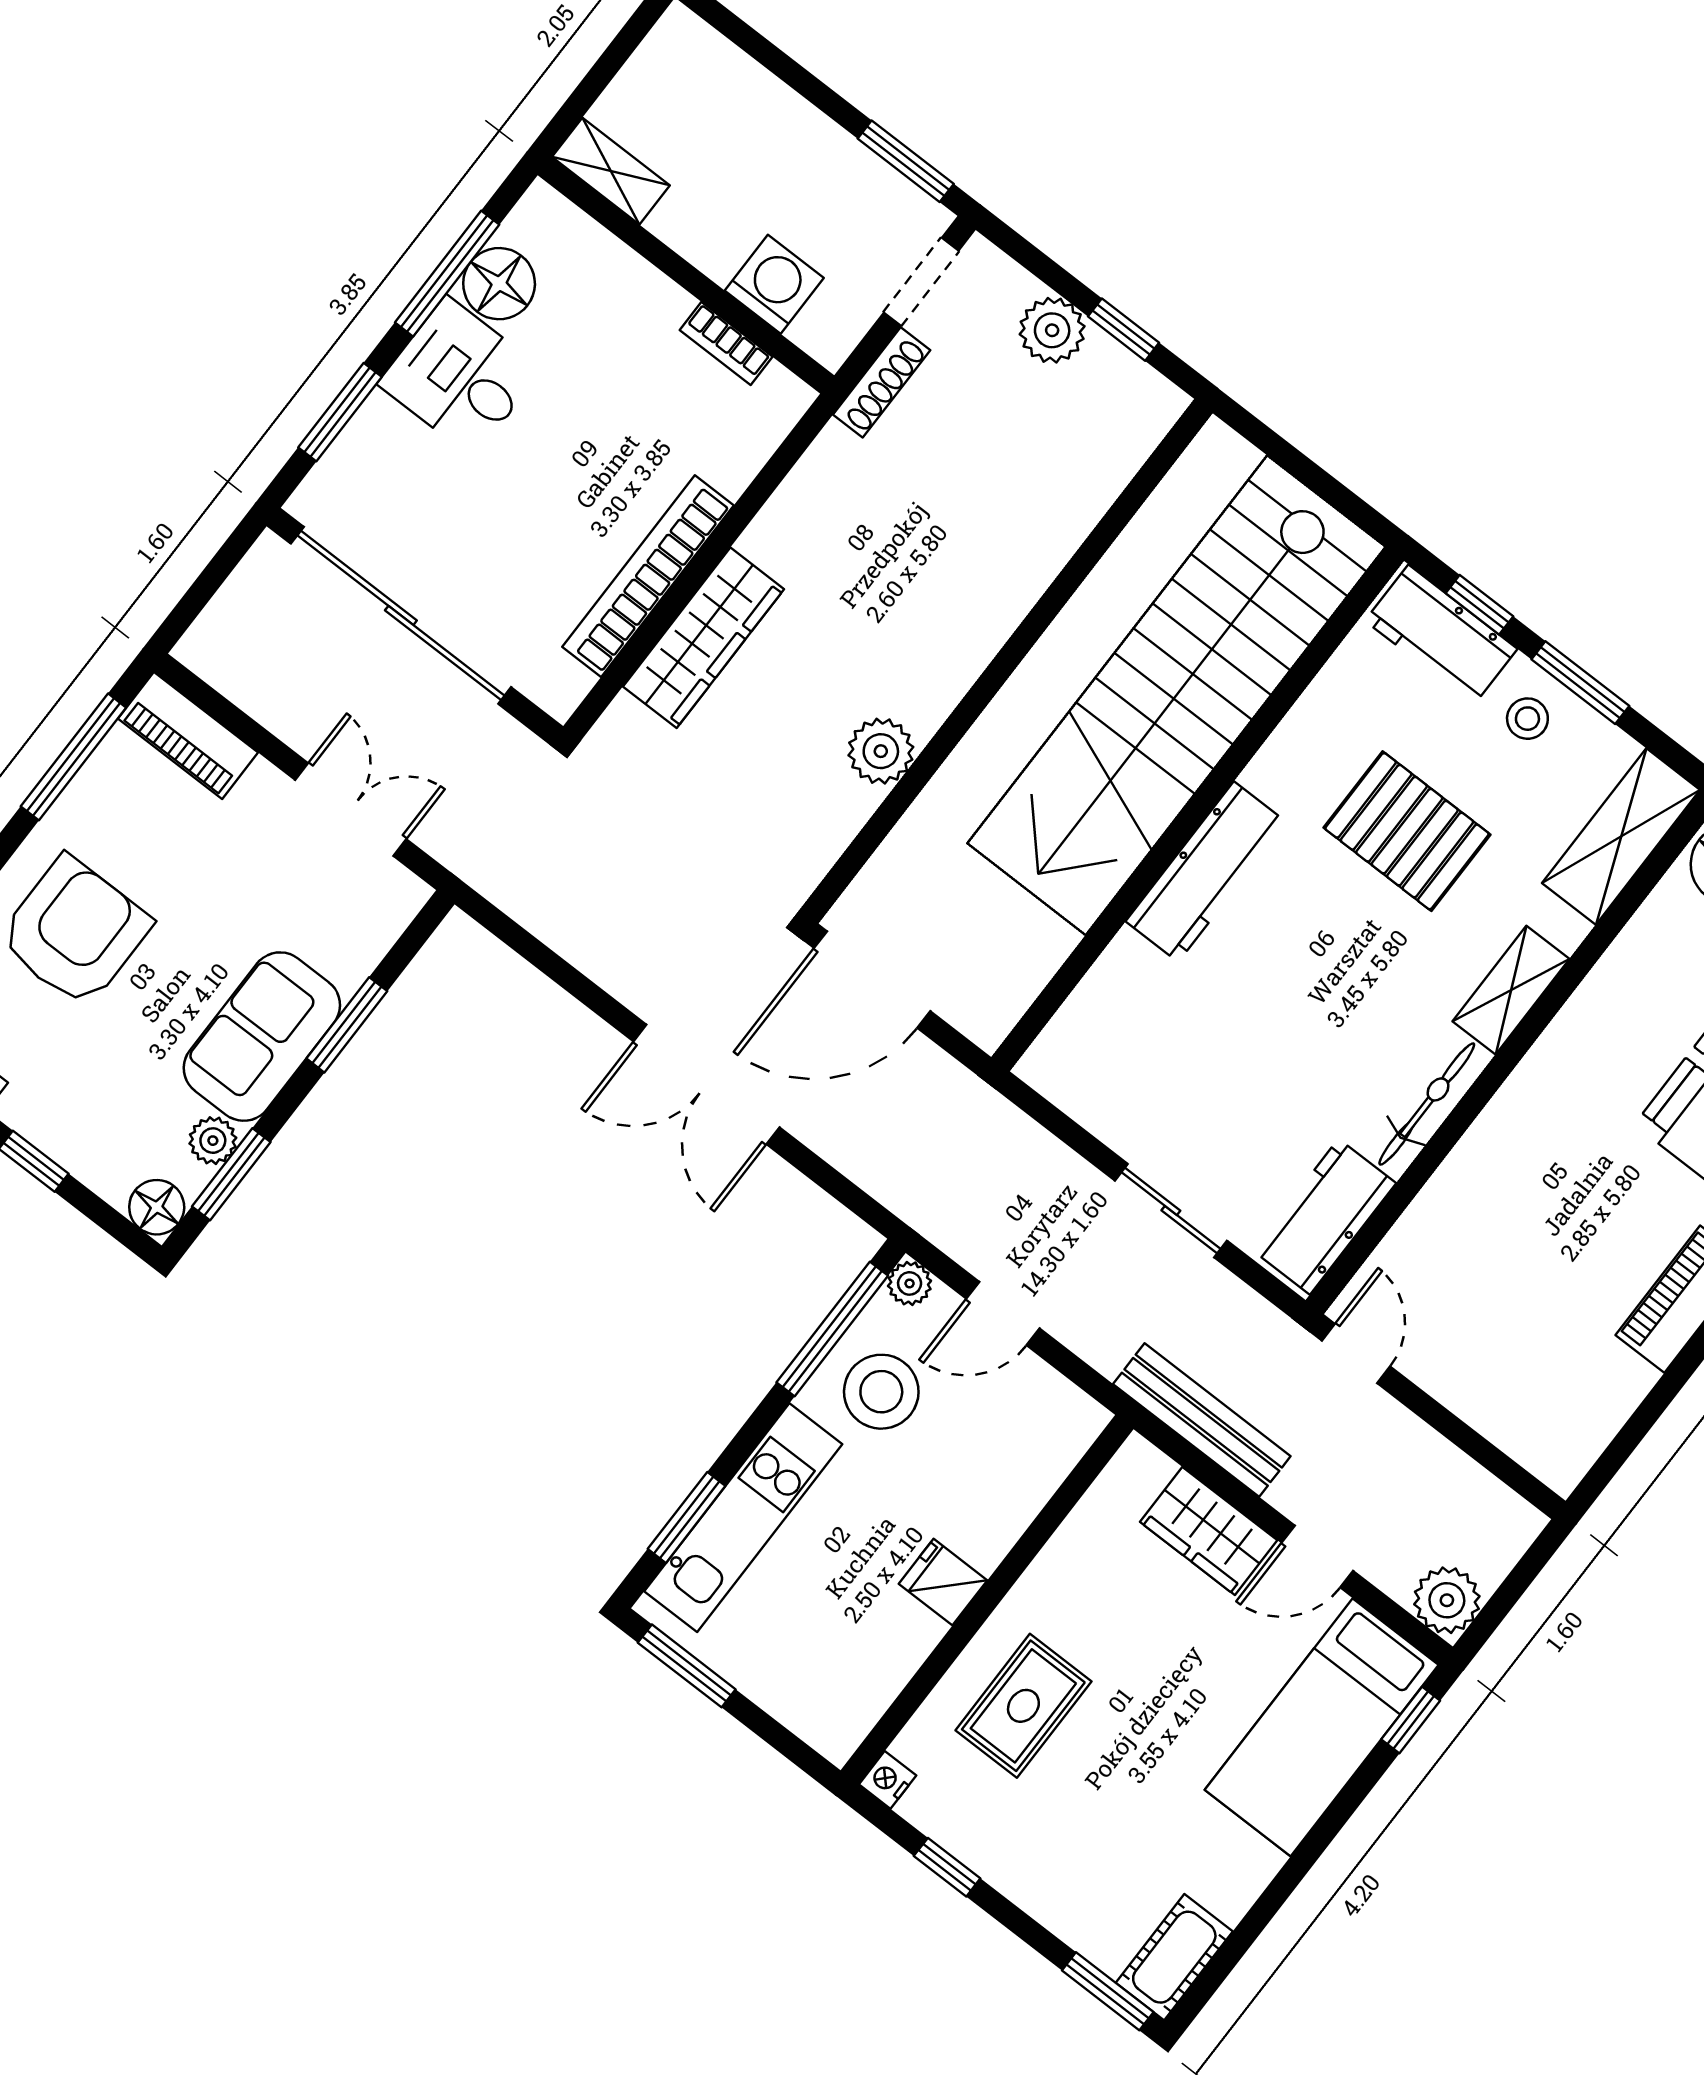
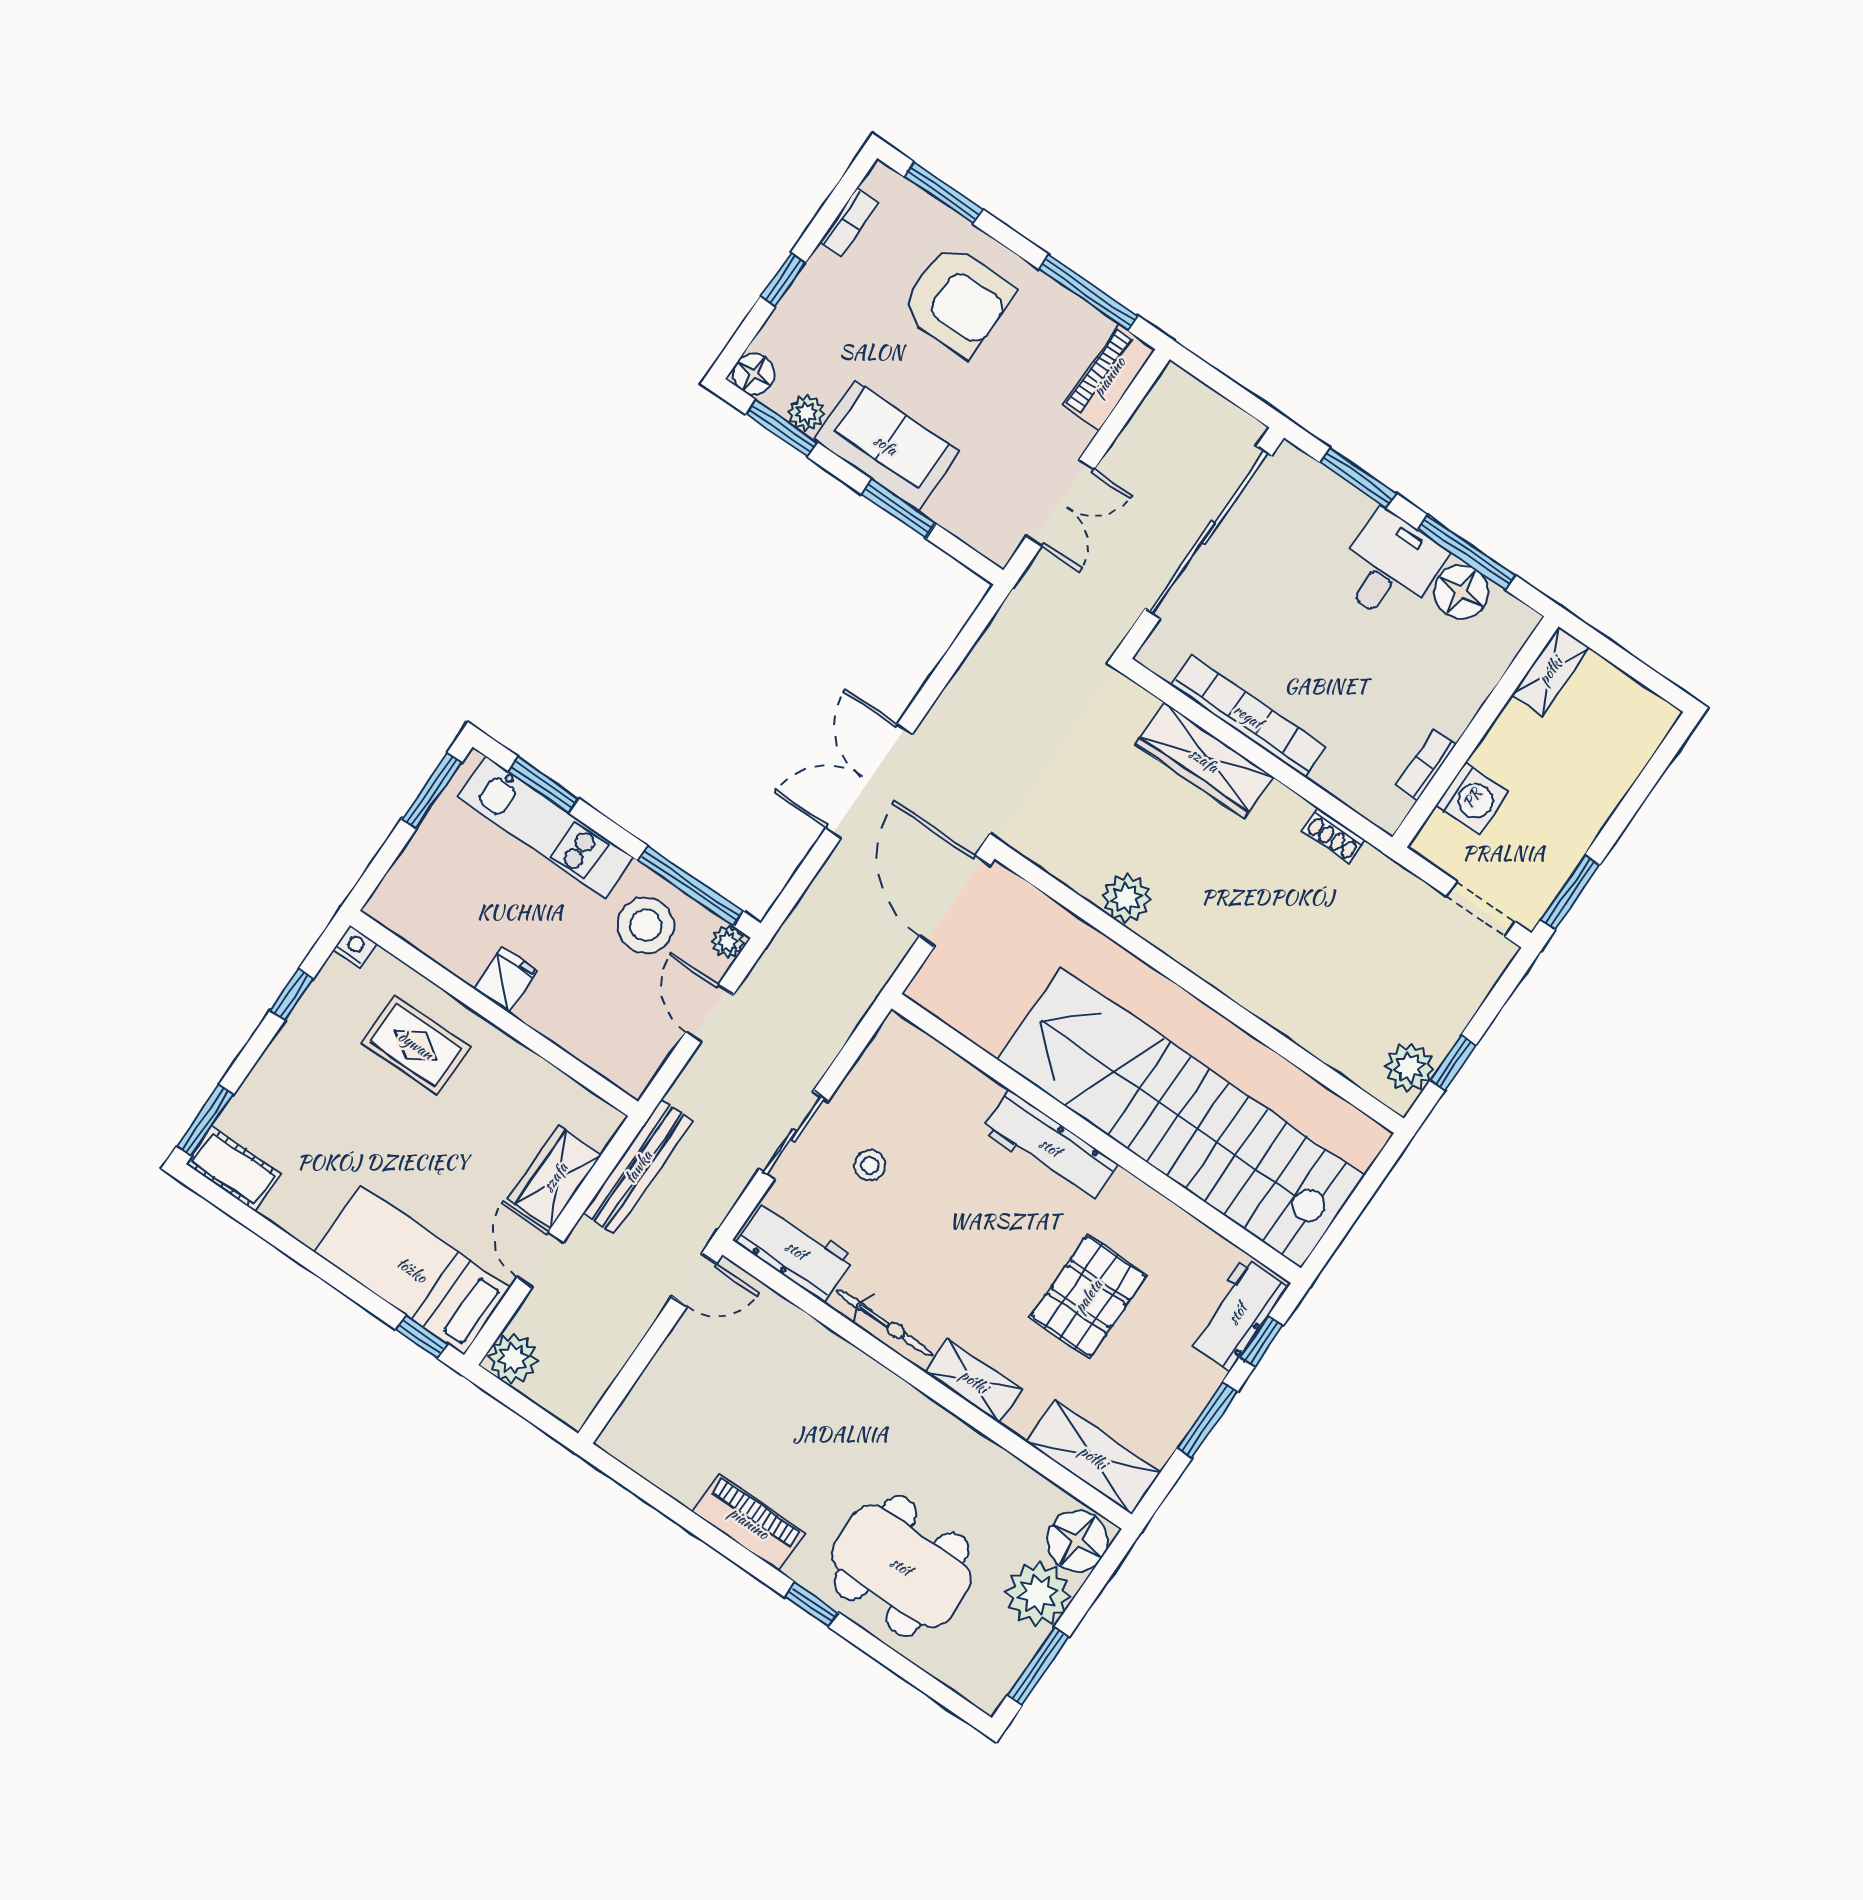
plant: (1052, 330) -> (1409, 1067), moved
shoe rack: (882, 382) -> (1334, 836), moved, width x0.70
stool: (1527, 719) -> (870, 1165), moved

